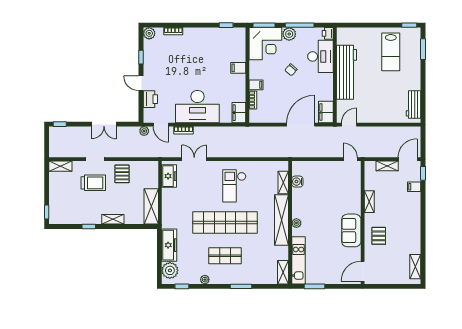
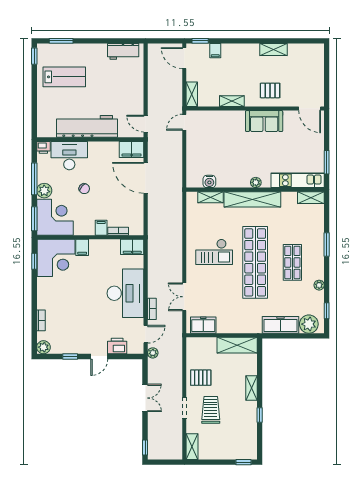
corner desk: (229, 45) -> (56, 258), added
shelving: (387, 166) -> (192, 94), moved
shelving: (415, 267) -> (274, 50), moved

